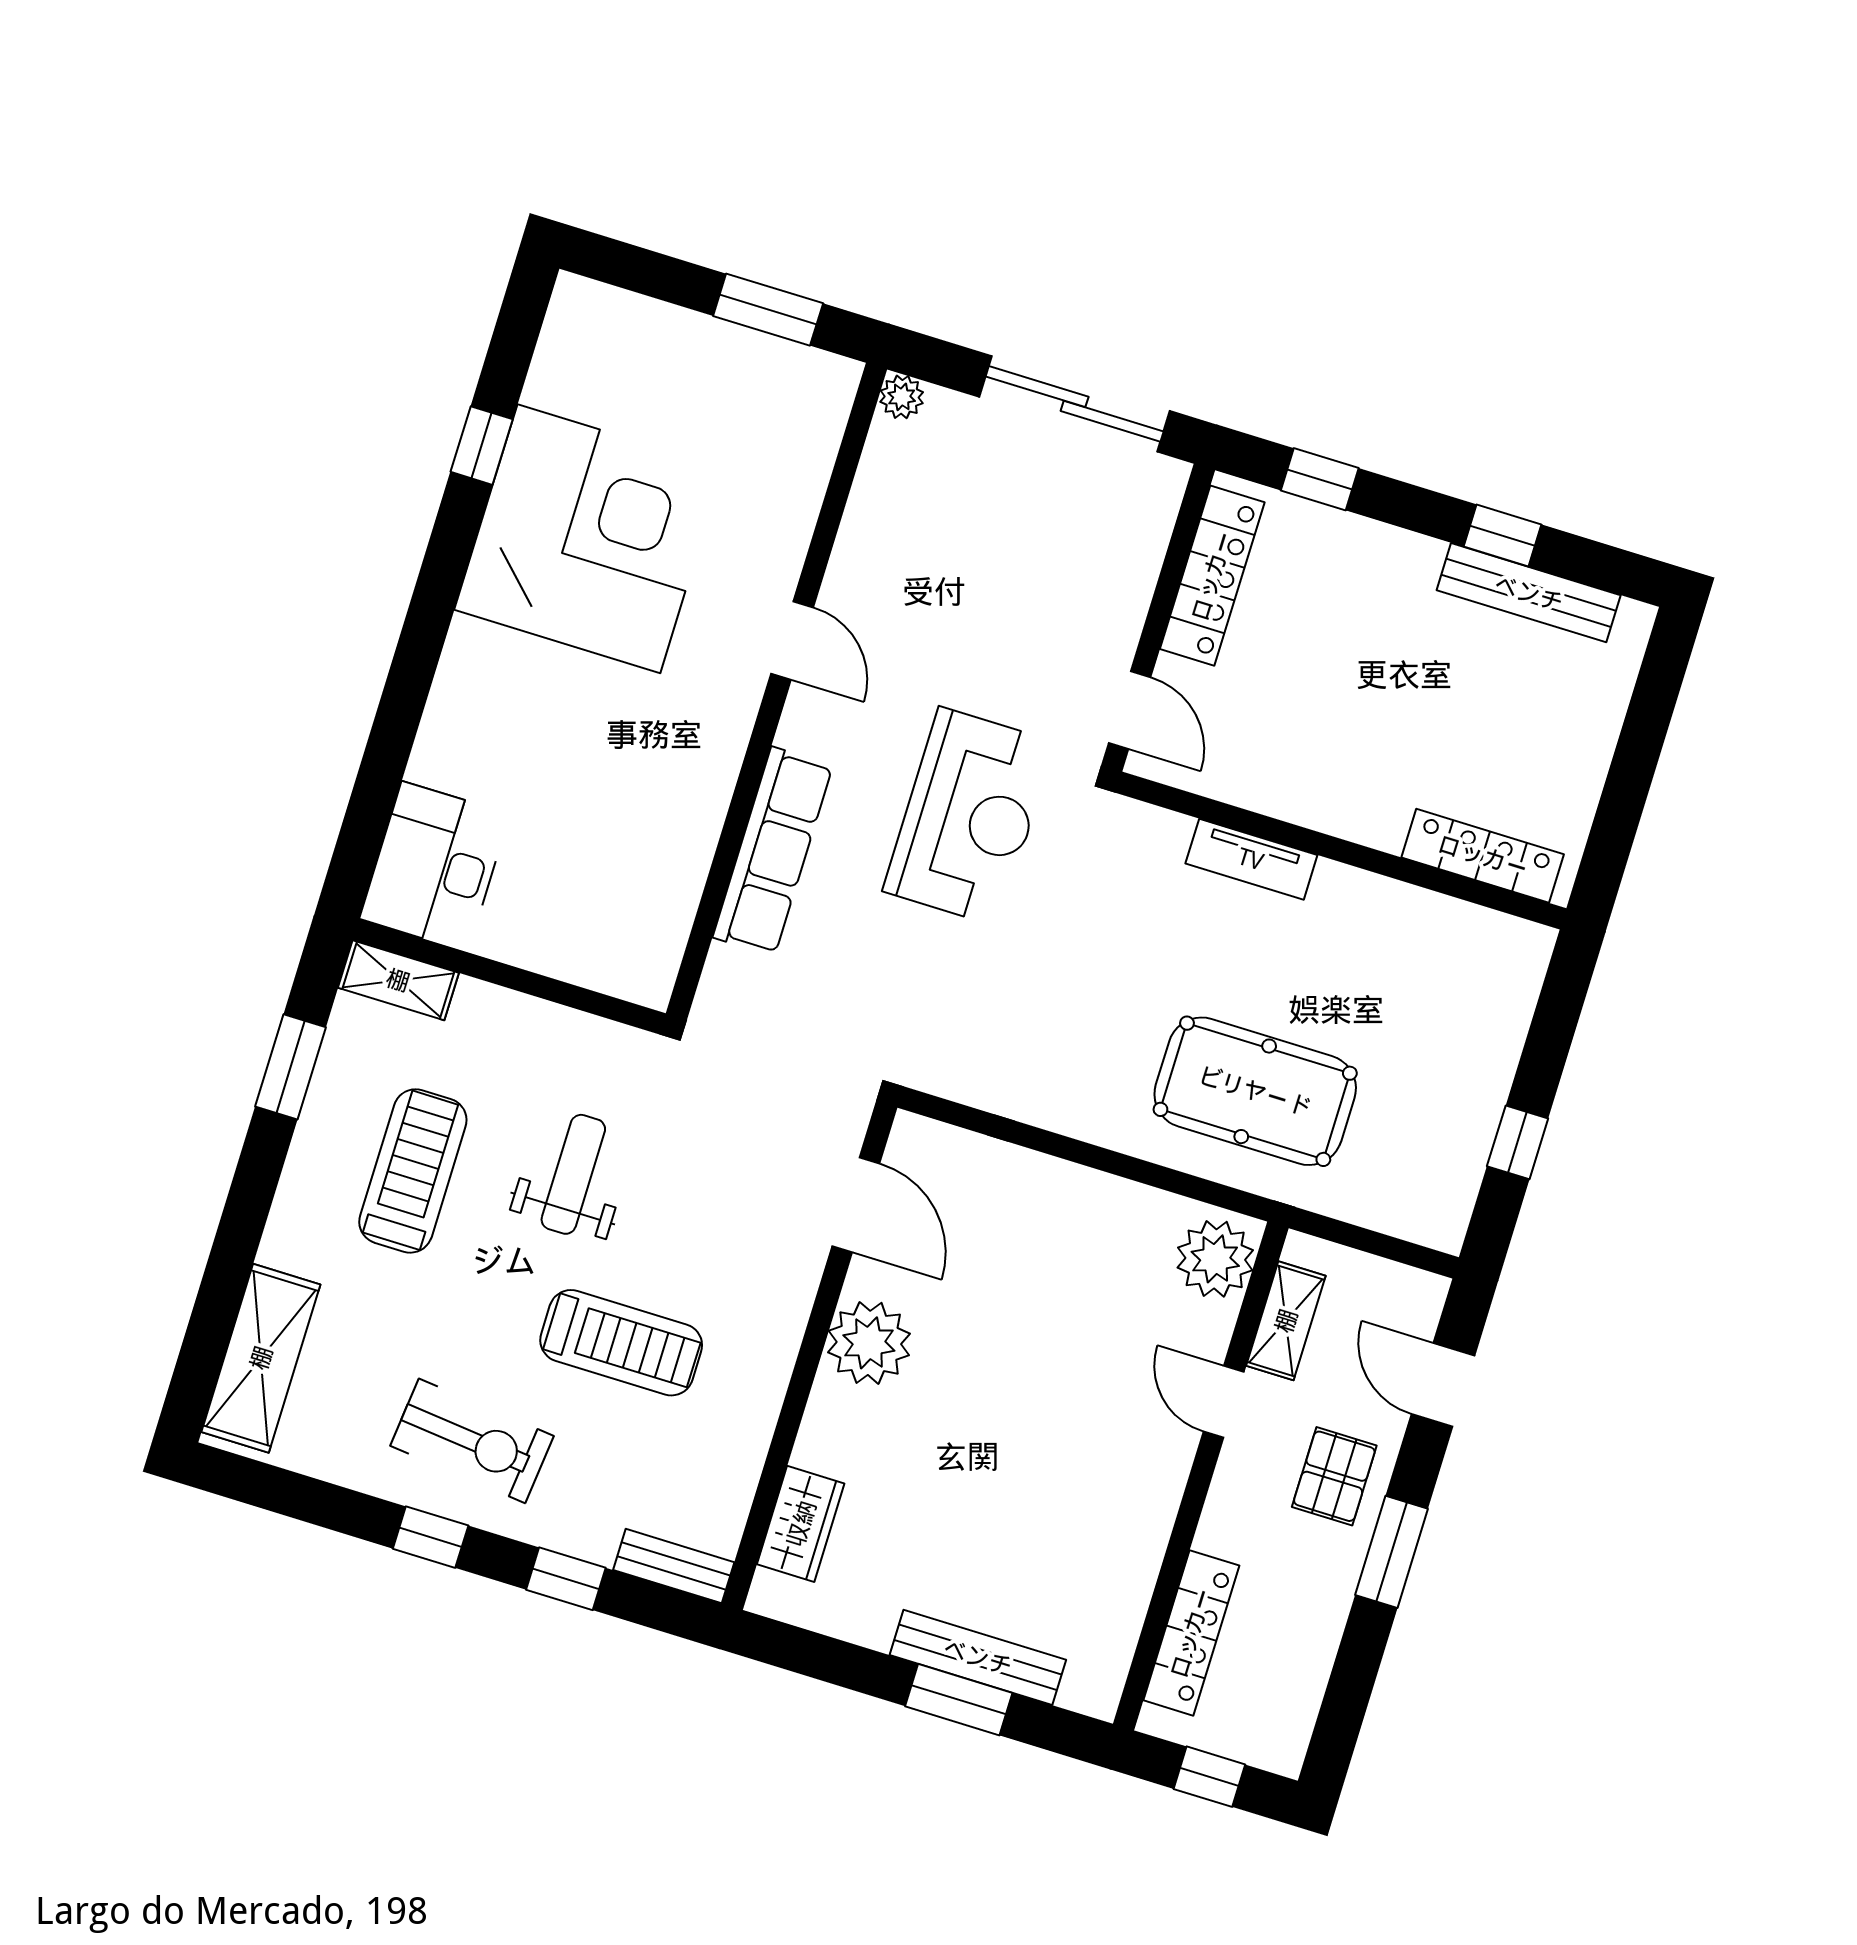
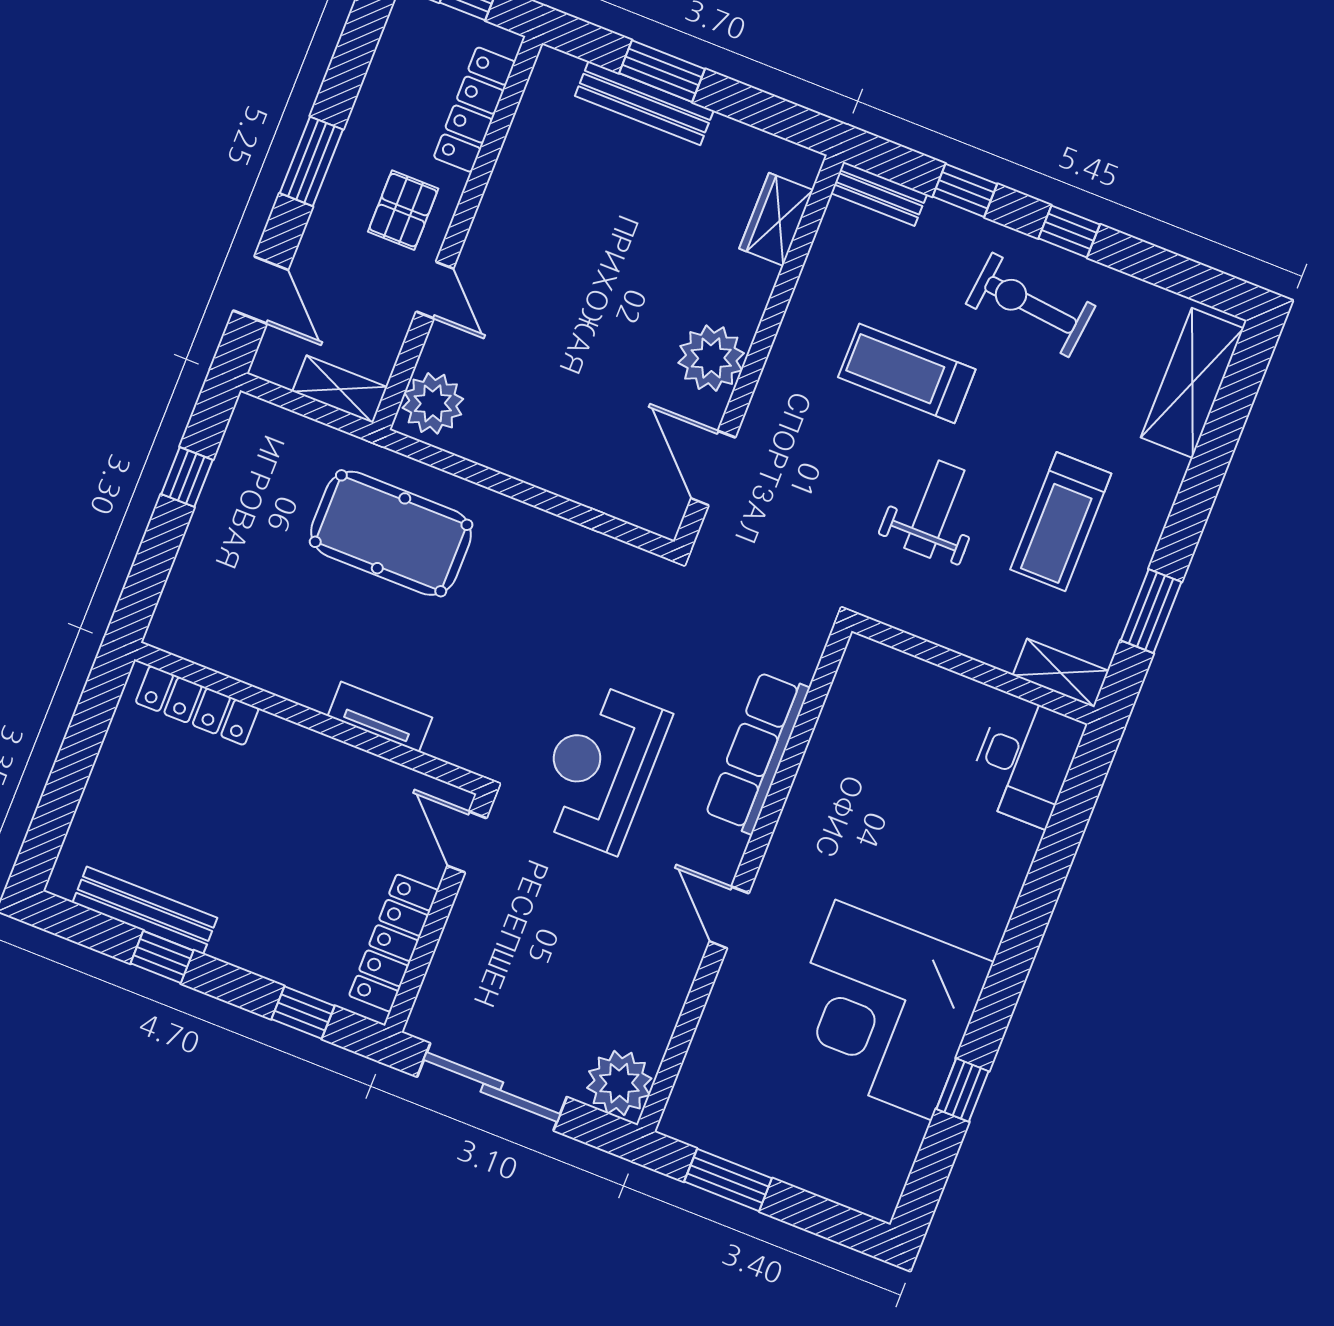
plant: (902, 397) -> (619, 1083), width x1.87, depth x1.87
weight bench: (573, 1174) -> (934, 509), turned 180
shelving: (1286, 1321) -> (340, 389), moved, turned 90
pallet: (1334, 1476) -> (403, 210), moved

